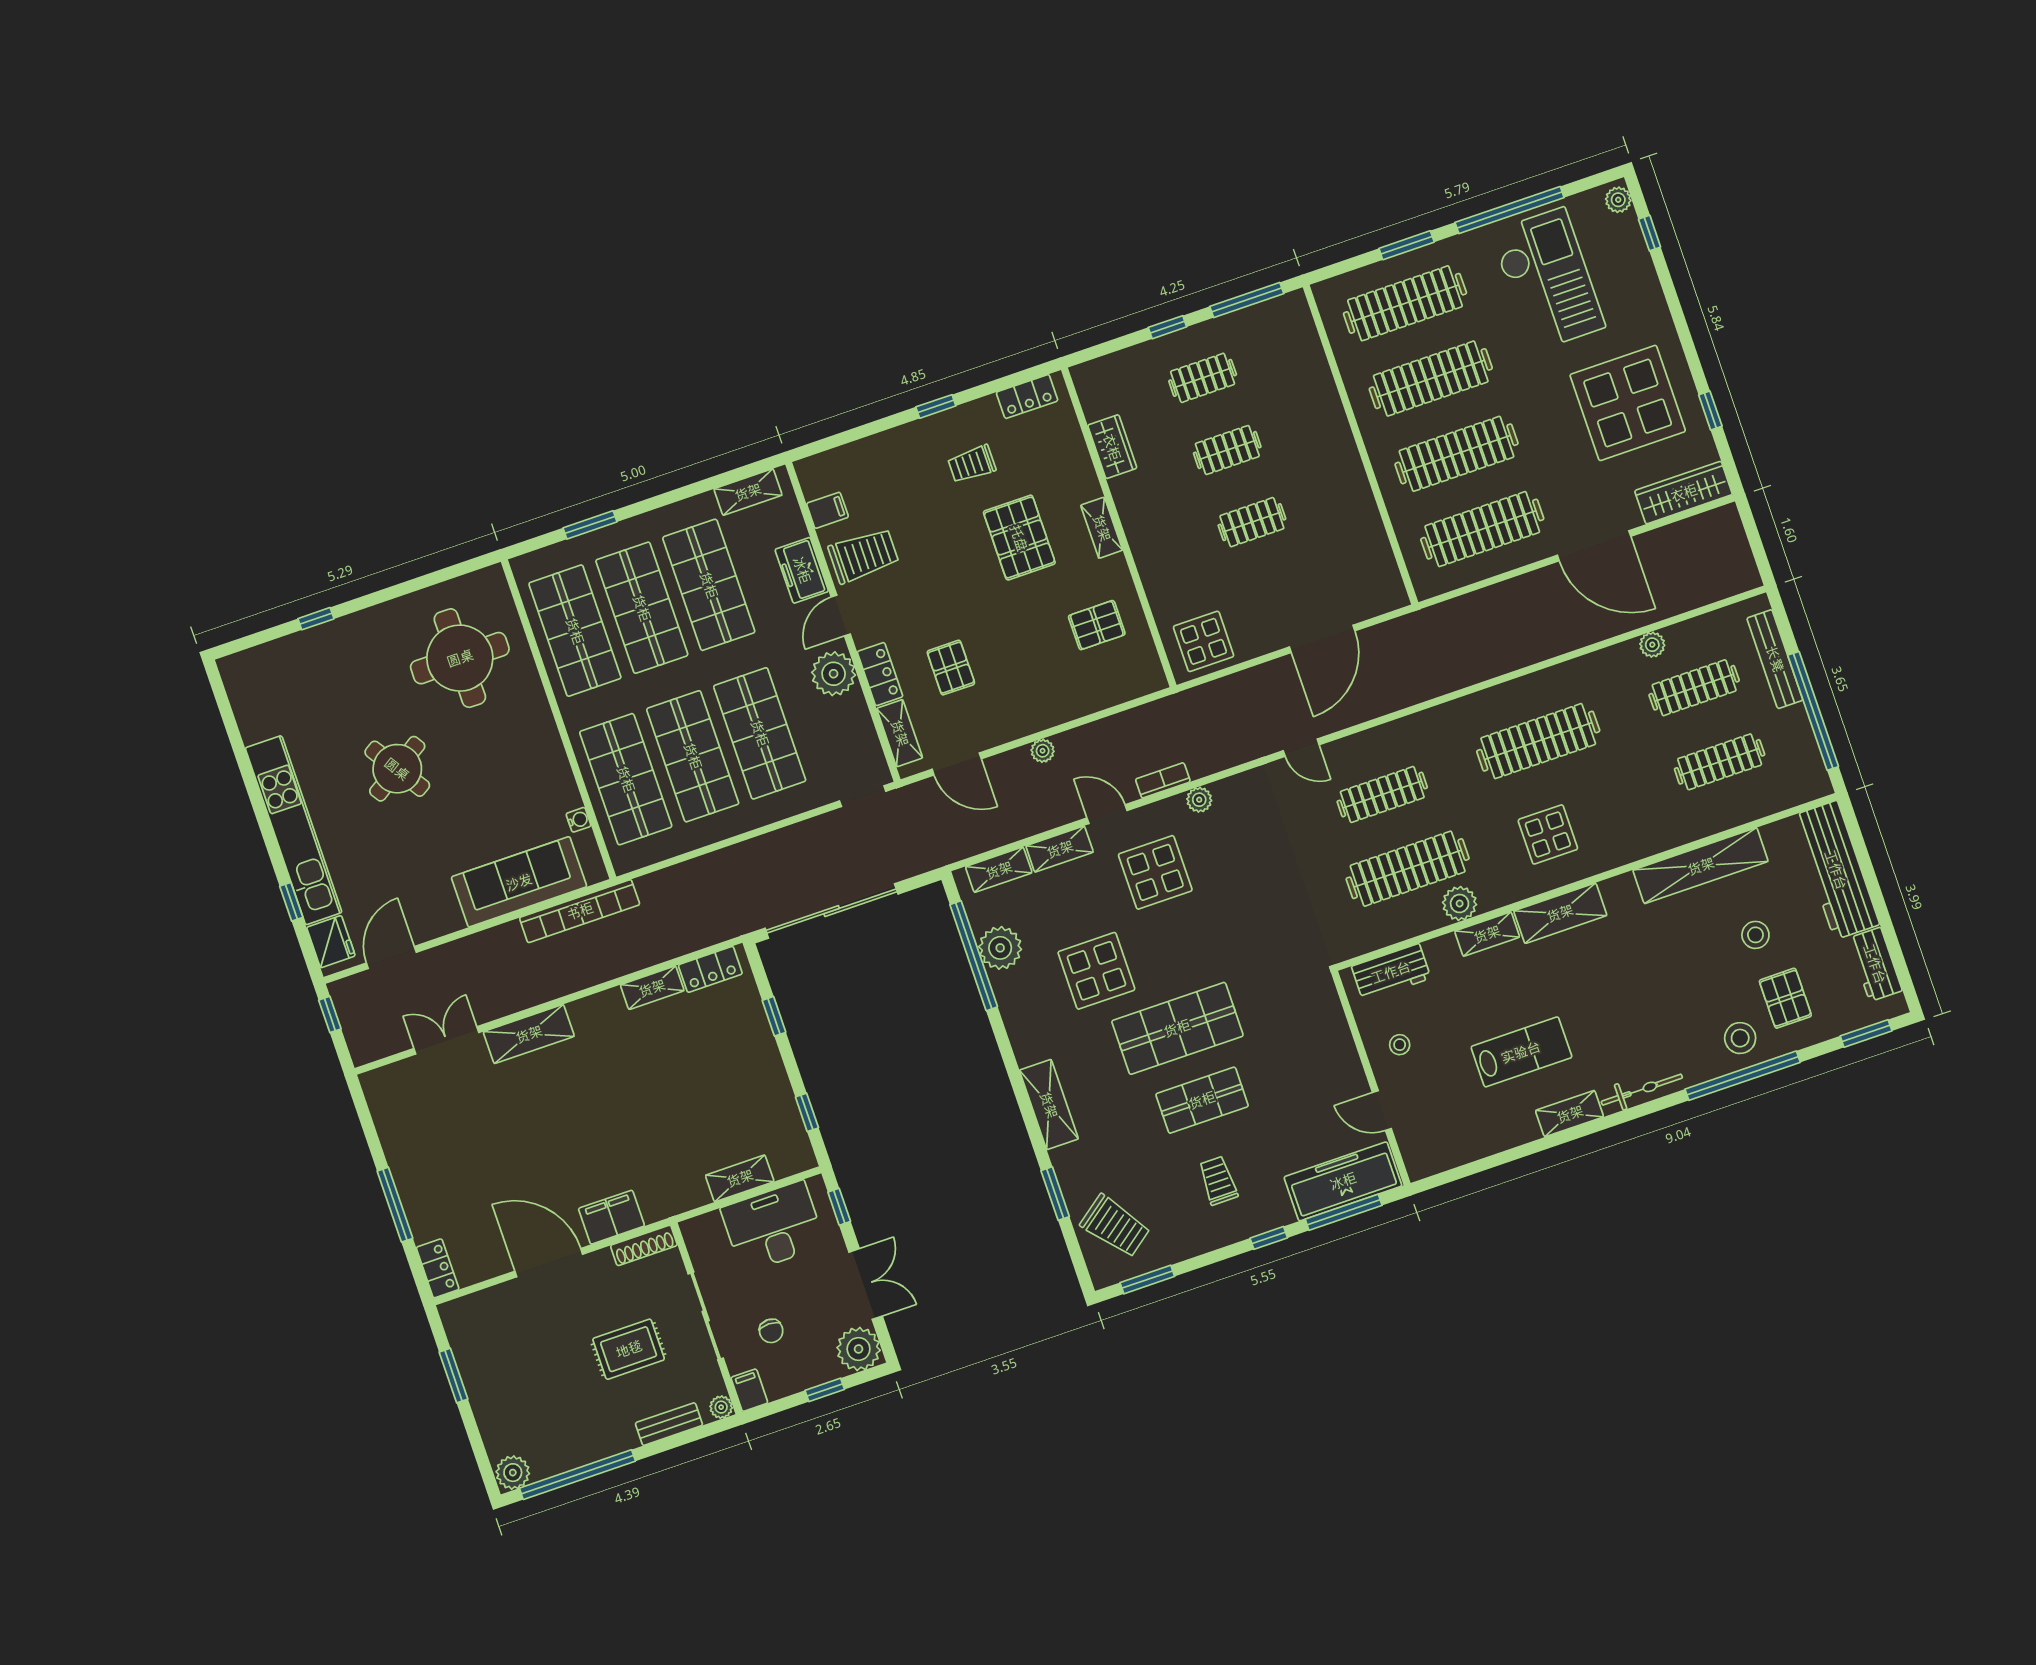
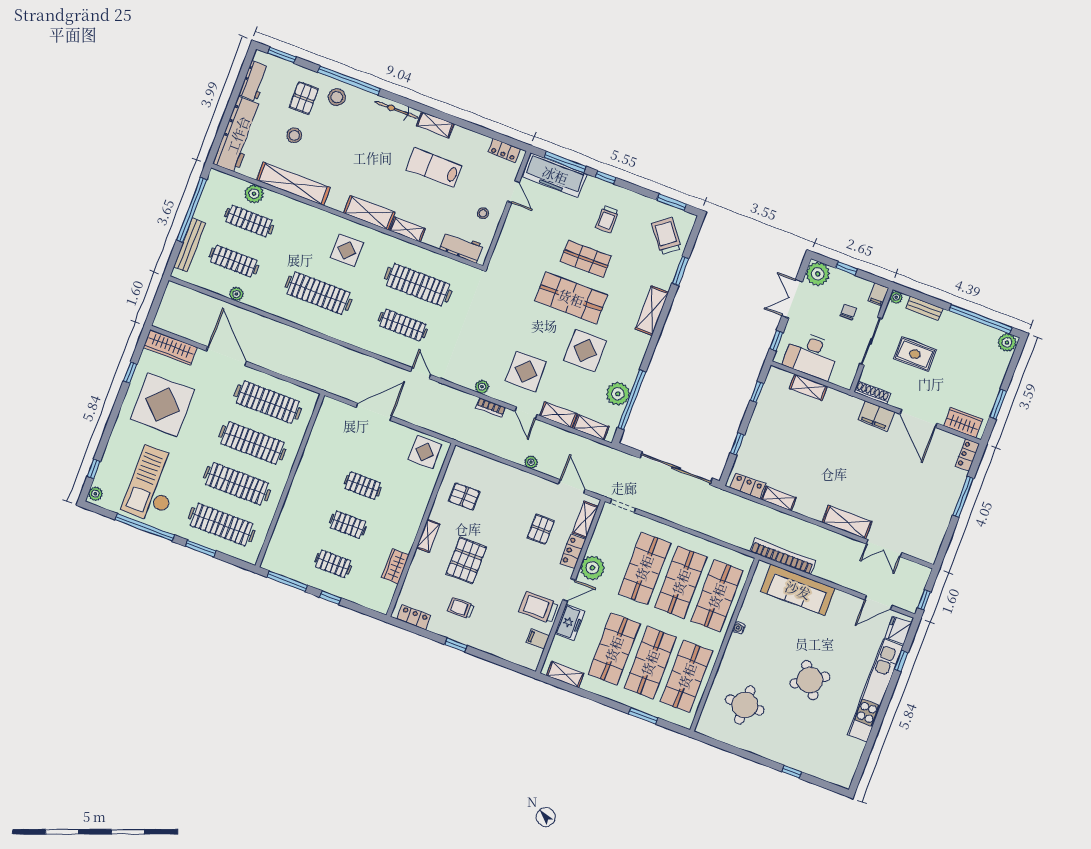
trolley: (972, 464) -> (461, 608), turned 180
round table: (460, 658) -> (745, 705), width x0.73, depth x0.73
water cooler: (579, 820) -> (739, 628), moved
plant: (1460, 903) -> (254, 194), moved
locker: (1443, 1158) -> (504, 150), added
wardrobe: (481, 1309) -> (963, 423), added

